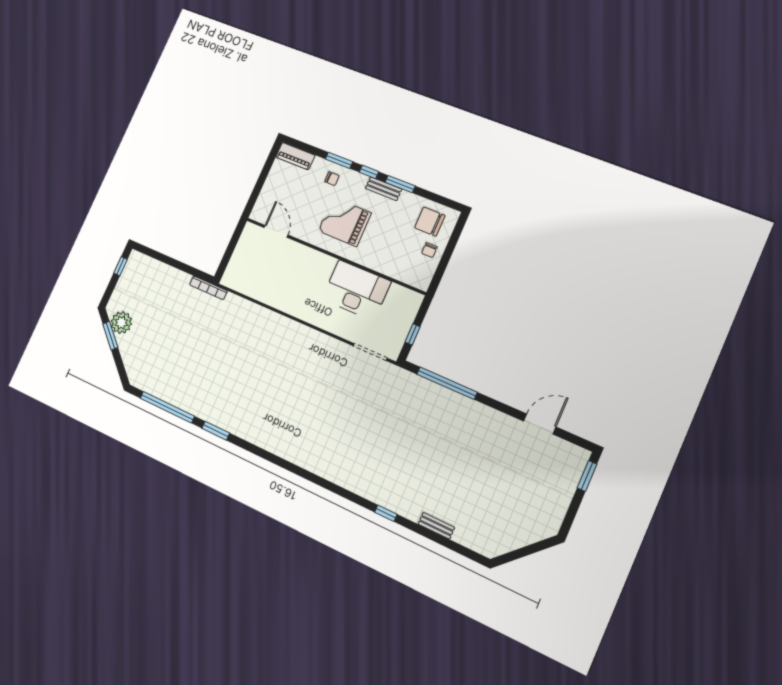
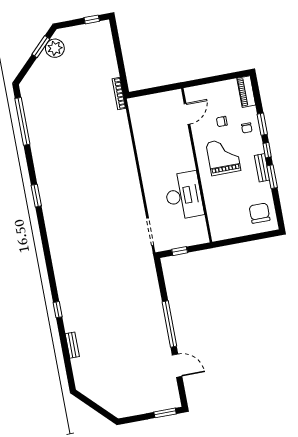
chair: (429, 250) -> (222, 121), moved
window: (447, 383) -> (169, 324), moved
window: (216, 431) -> (36, 196), moved

